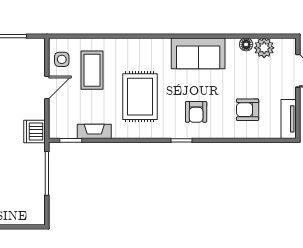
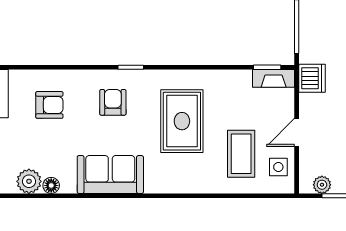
plant: (26, 45) -> (322, 185), added
fireplace: (94, 131) -> (274, 78), moved

